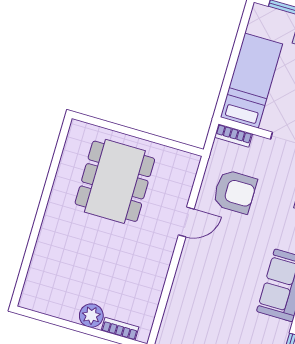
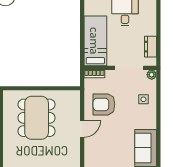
armchair: (235, 192) -> (104, 104), turned 180

